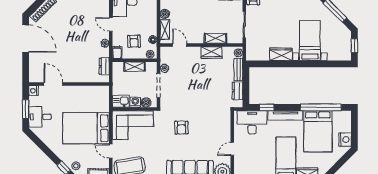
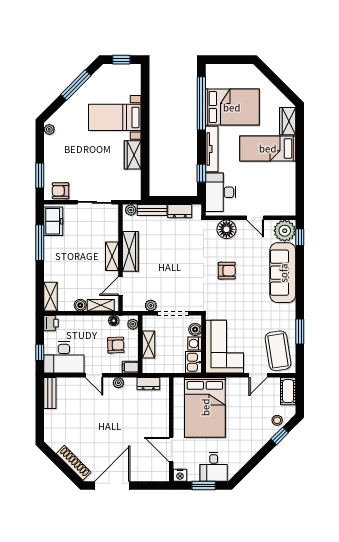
door: (111, 24) -> (94, 375), hinge flipped
shelving: (215, 38) -> (112, 256), moved
wardrobe: (212, 53) -> (130, 251), width x1.50
door: (53, 84) -> (171, 450), hinge flipped
floor lamp: (223, 127) -> (226, 229), added
bed: (86, 128) -> (205, 407), moved
armchair: (181, 128) -> (227, 271), moved
nightstand: (345, 140) -> (243, 72), removed

